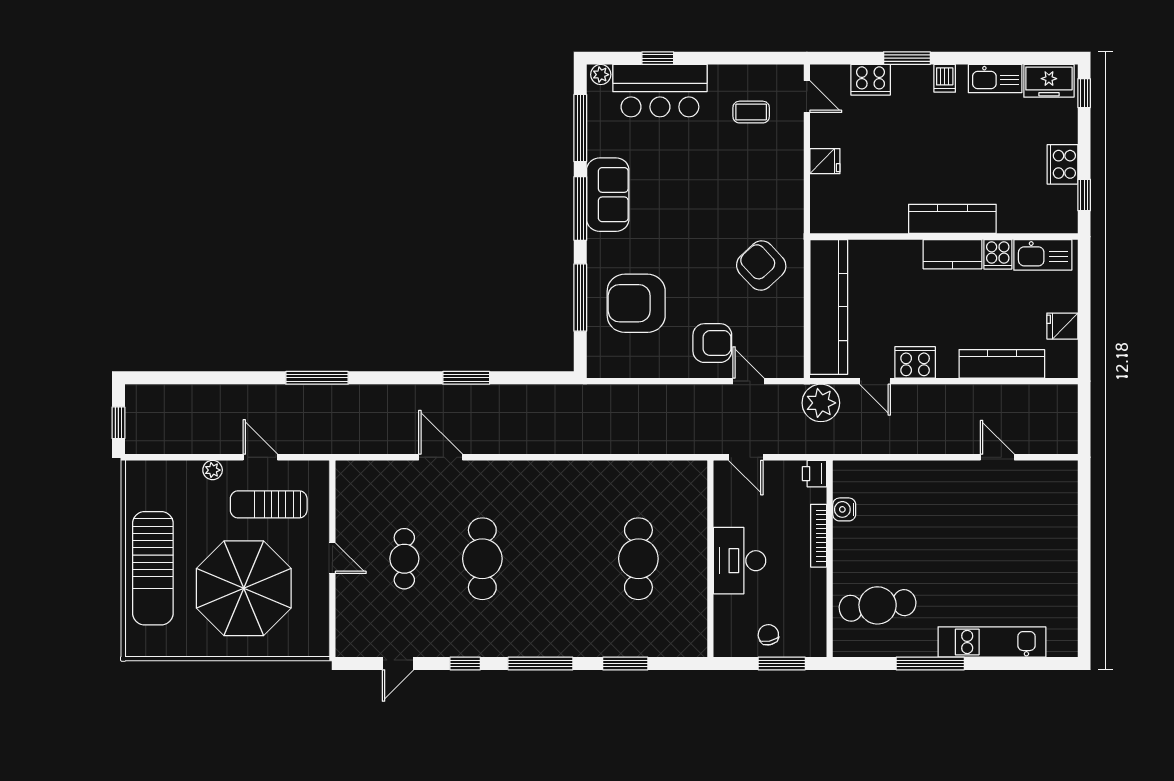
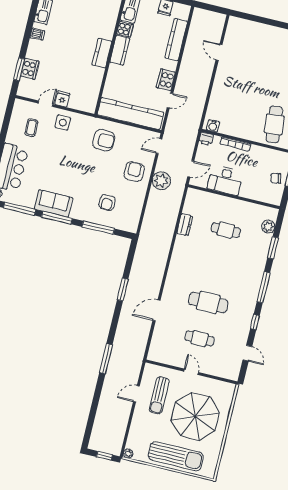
window: (907, 58) -> (19, 69), moved
door: (807, 97) -> (46, 104), moved
side table: (777, 174) -> (63, 122), added
kitchen counter: (952, 219) -> (102, 53), width x0.67
armchair: (761, 266) -> (104, 140), turned -137
armchair: (636, 303) -> (107, 202), width x0.53, depth x0.53
door: (749, 381) -> (159, 146), moved
plant: (821, 403) -> (161, 181), moved
door: (997, 457) -> (219, 52), hinge flipped
plant: (213, 470) -> (128, 454), moved
dresser: (629, 472) -> (185, 225), added
water cooler: (844, 509) -> (213, 126), moved
door: (332, 558) -> (191, 372), hinge flipped
cafe table: (638, 559) -> (226, 230), width x0.73, depth x0.74
desk: (740, 561) -> (225, 180), moved
plant: (666, 643) -> (268, 227), added

